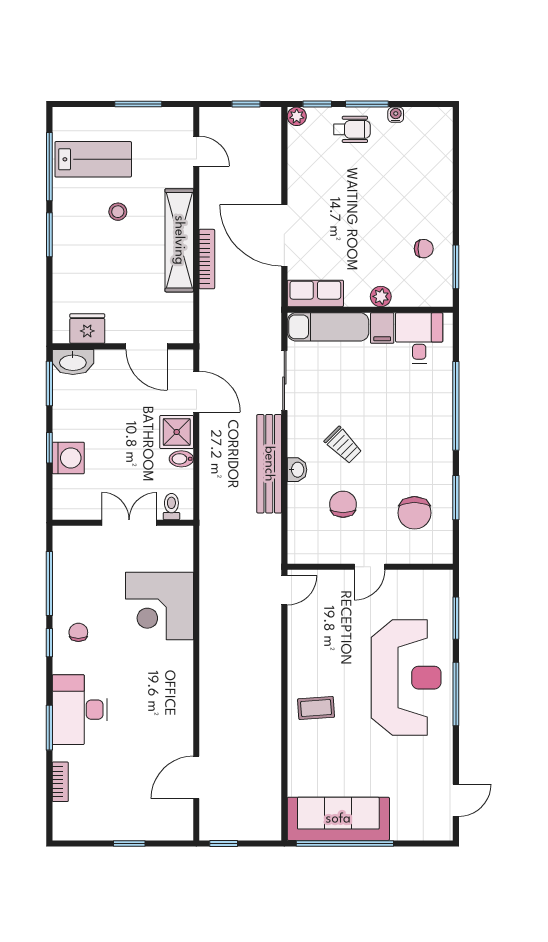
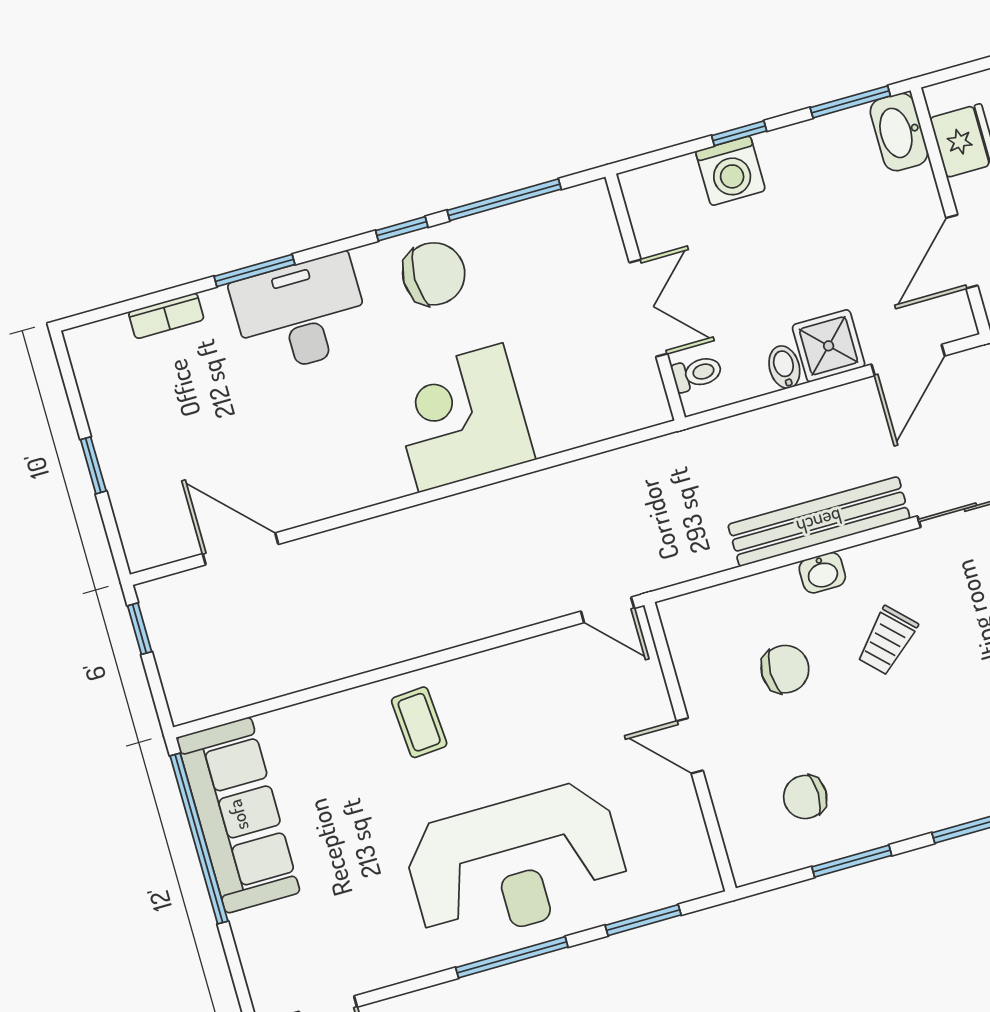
chair: (414, 513) -> (805, 797), width x0.73, depth x0.73
corner desk: (160, 606) -> (461, 418), moved
chair: (78, 632) -> (434, 274), width x1.87, depth x1.87

